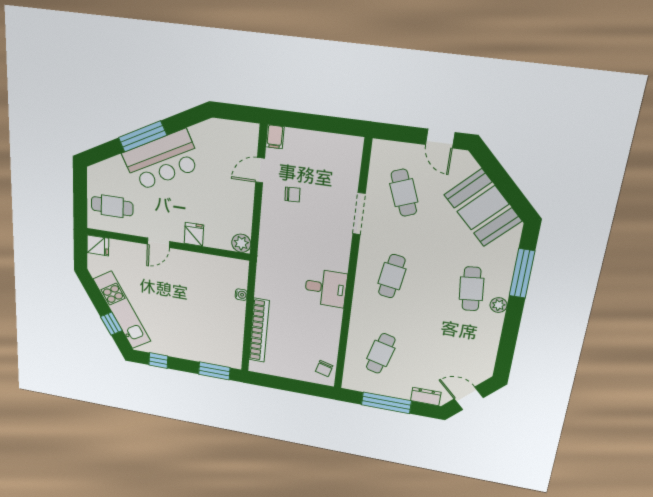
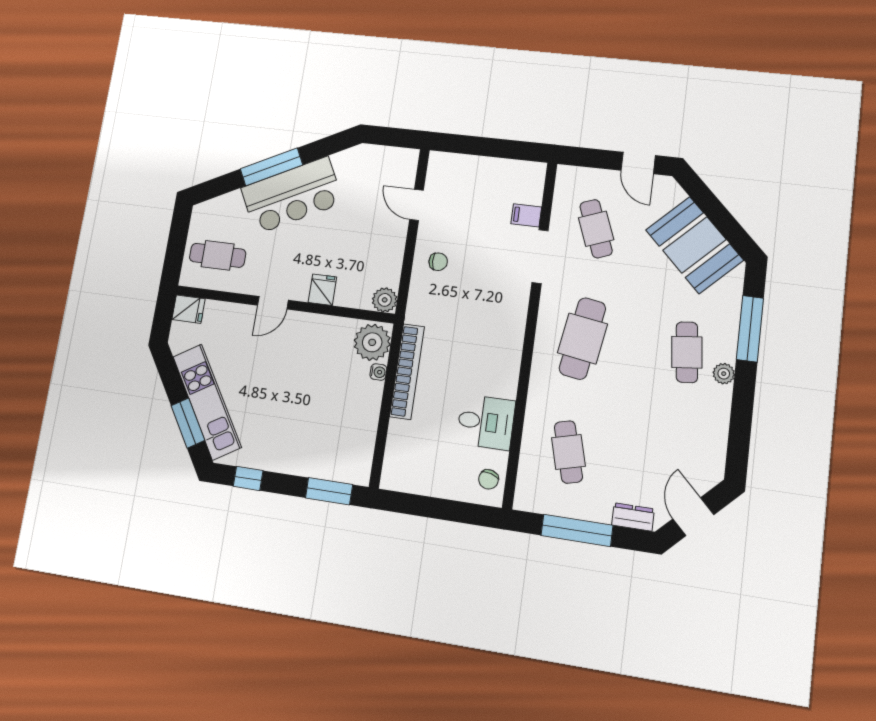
filing cabinet: (275, 137) -> (526, 215), moved, turned 90
door: (260, 170) -> (417, 205), hinge flipped
chair: (292, 194) -> (438, 262), moved
plant: (235, 274) -> (372, 342), added
cafe table: (392, 276) -> (582, 338), width x1.37, depth x1.35
desk: (326, 288) -> (486, 422), moved
window: (111, 324) -> (188, 423), width x1.50
bookcase: (259, 330) -> (407, 372), moved
cafe table: (381, 353) -> (568, 452), turned -30
door: (469, 398) -> (693, 517), hinge flipped

